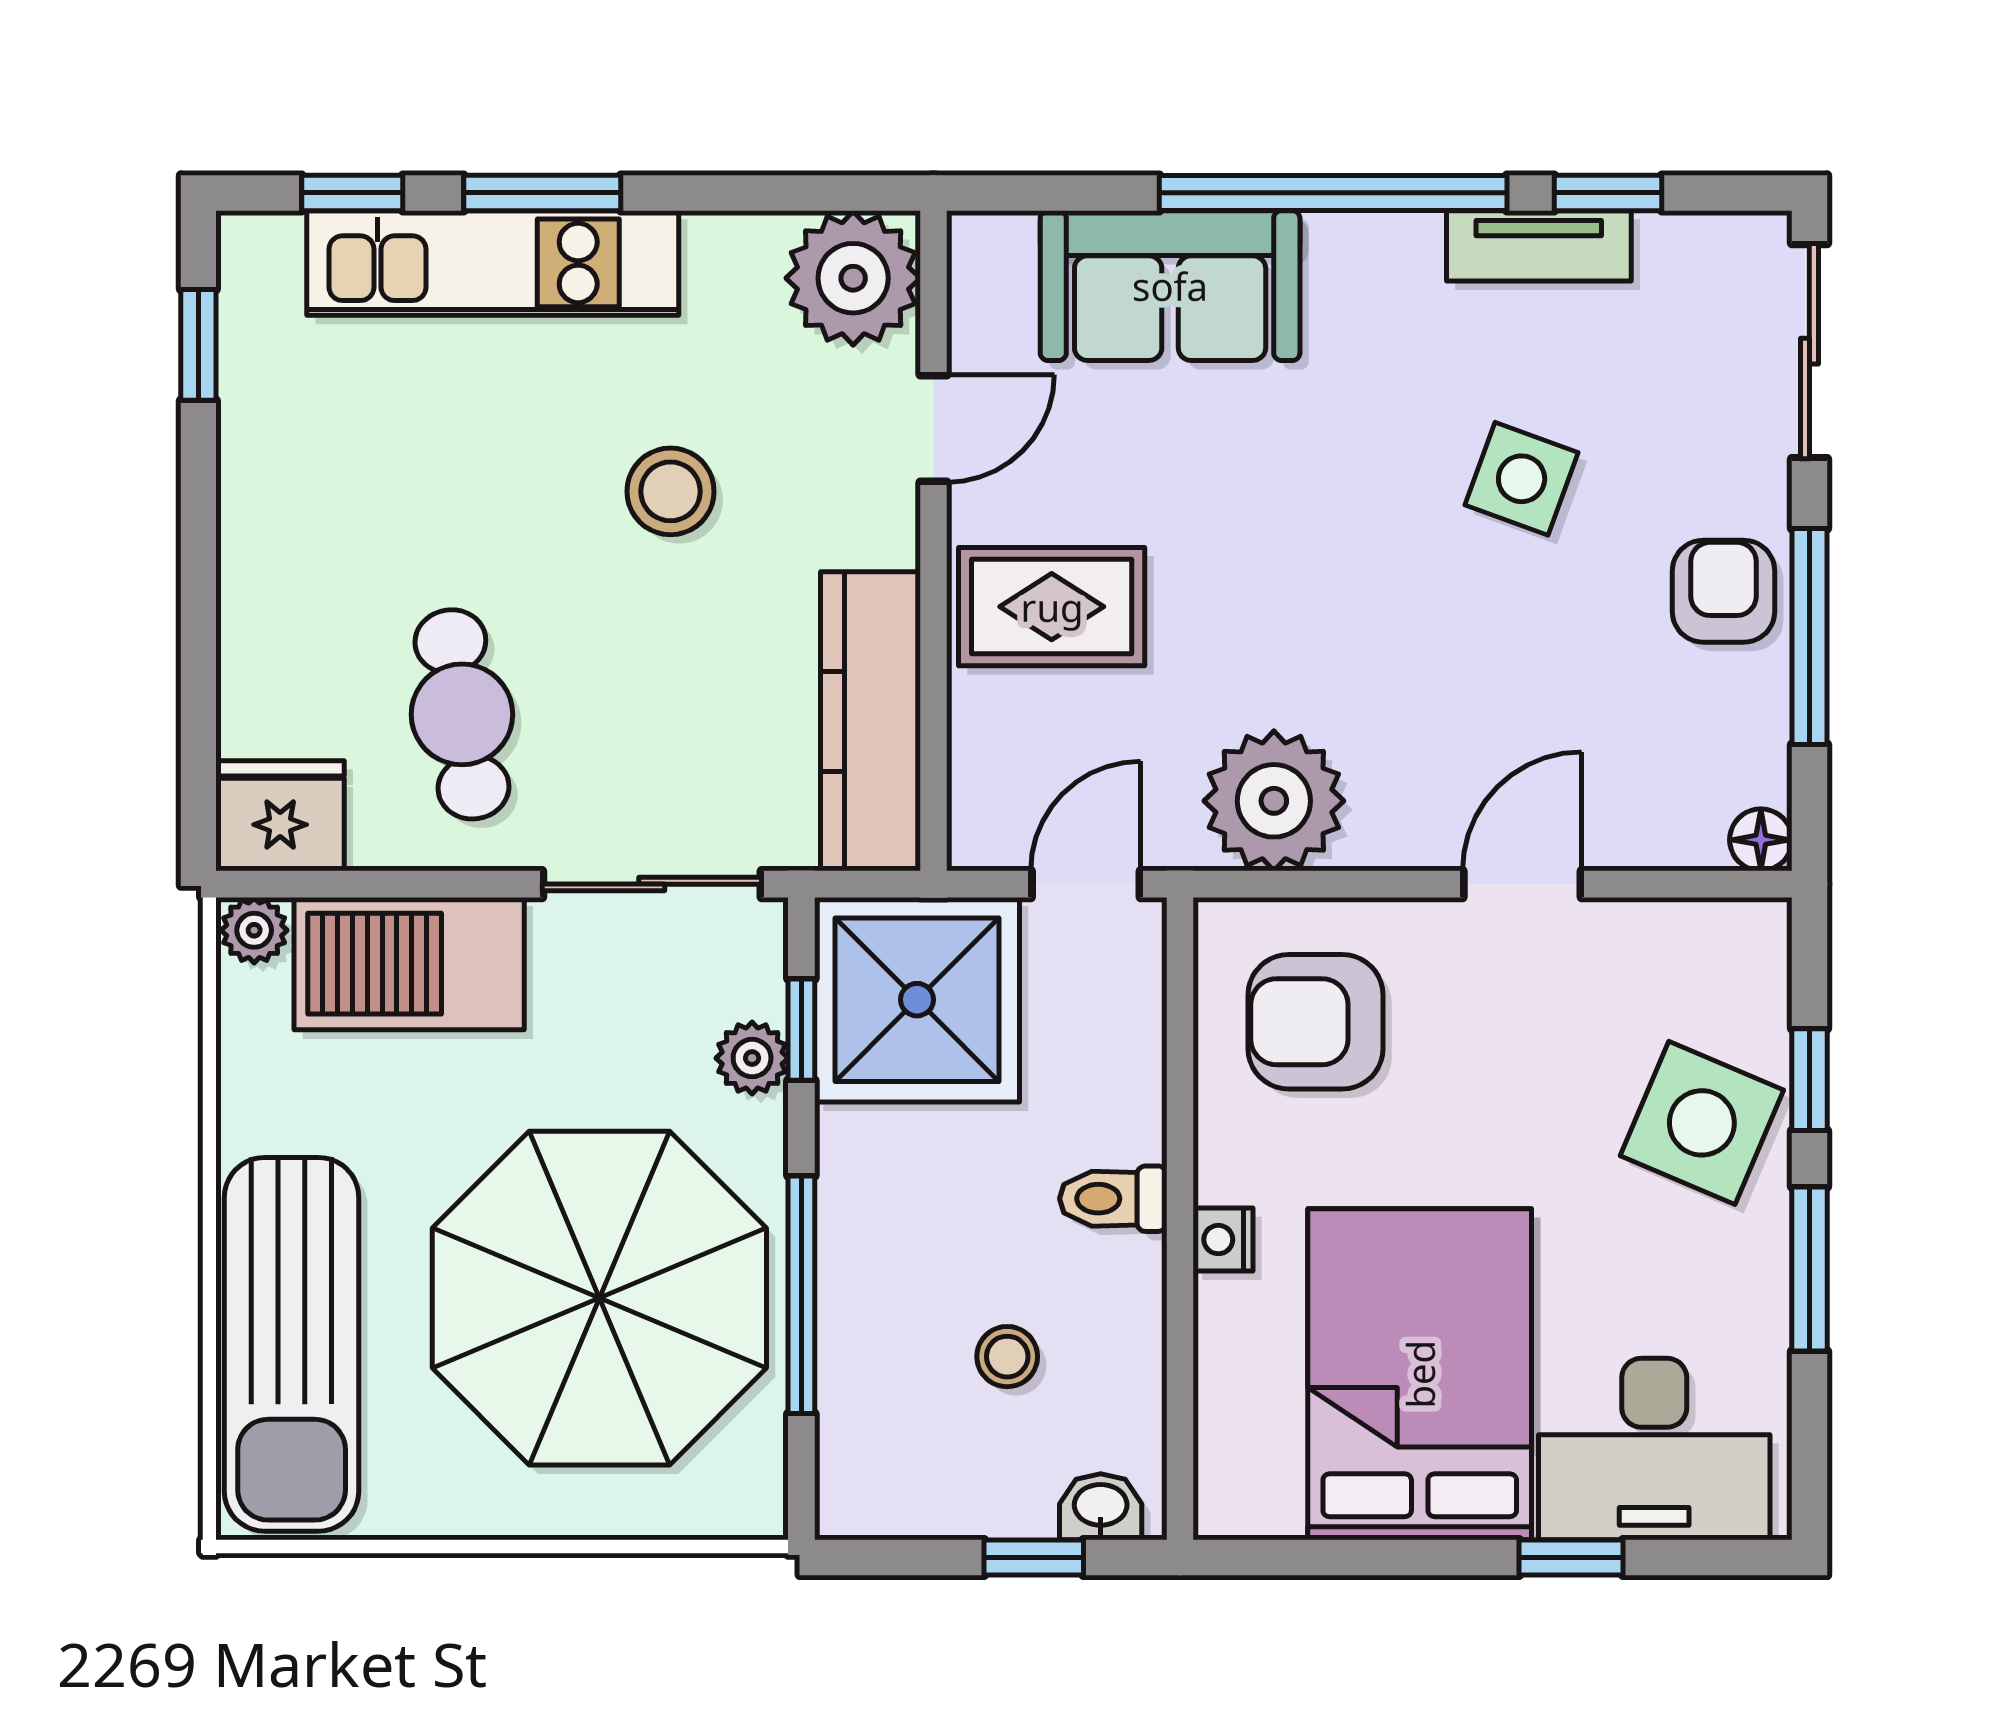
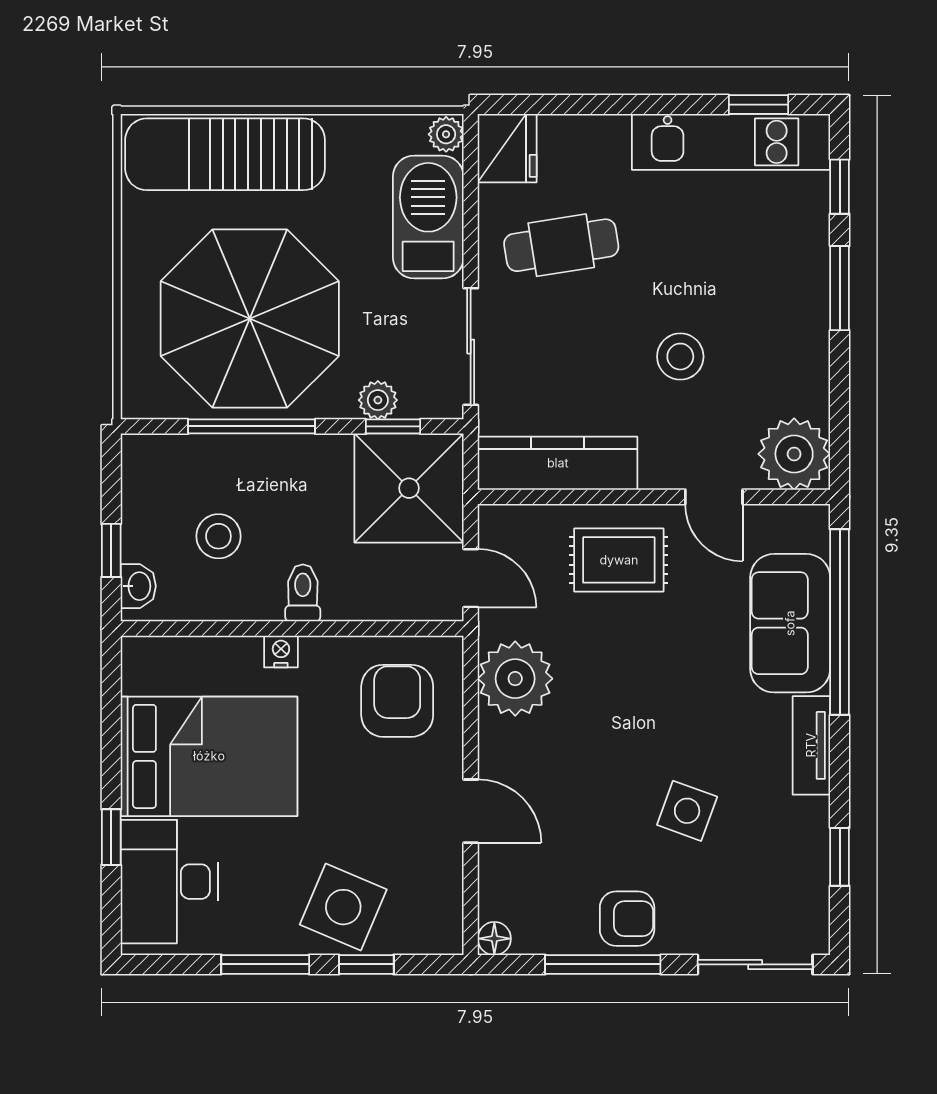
window: (1333, 193) -> (840, 622), moved
tv unit: (1539, 246) -> (811, 745), moved
kitchen unit: (493, 263) -> (731, 142), moved, turned -90
rug: (1052, 607) -> (619, 560), turned 90
stool: (1007, 1357) -> (218, 536), width x1.37, depth x1.37

